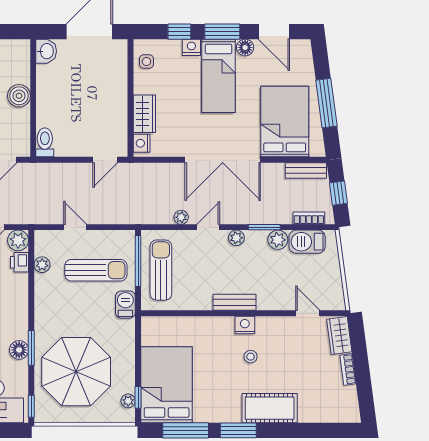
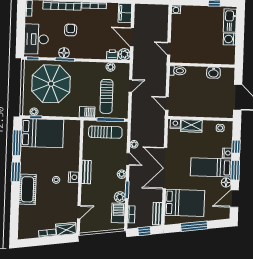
washbasin: (46, 51) -> (213, 73), moved
boiler: (19, 96) -> (204, 57), removed

